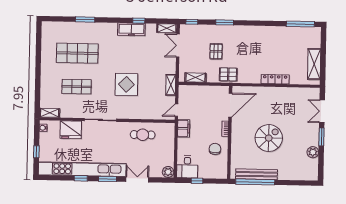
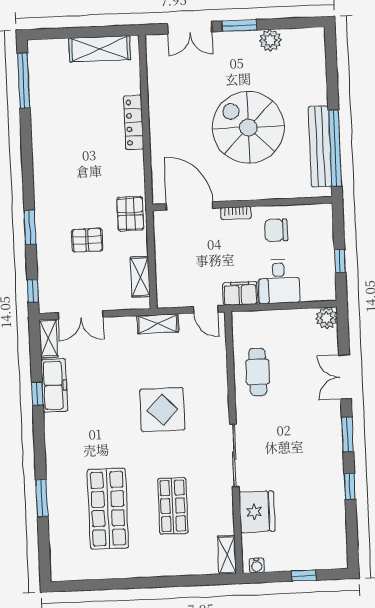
freezer: (131, 29) -> (54, 385), moved
spiral stairs: (269, 138) -> (248, 127), width x1.37, depth x1.37
desk: (187, 167) -> (279, 281), moved, turned 90
kitchen unit: (82, 169) -> (332, 484), removed

